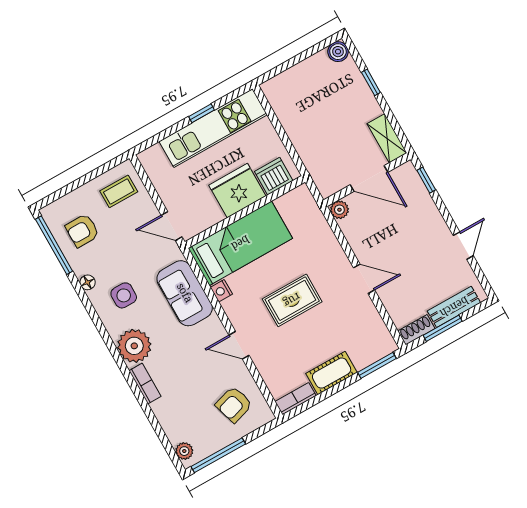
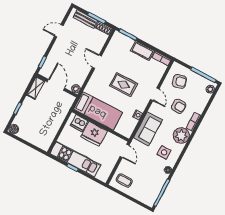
armchair: (82, 231) -> (179, 106), moved
bed: (240, 243) -> (98, 111), moved, turned 180

